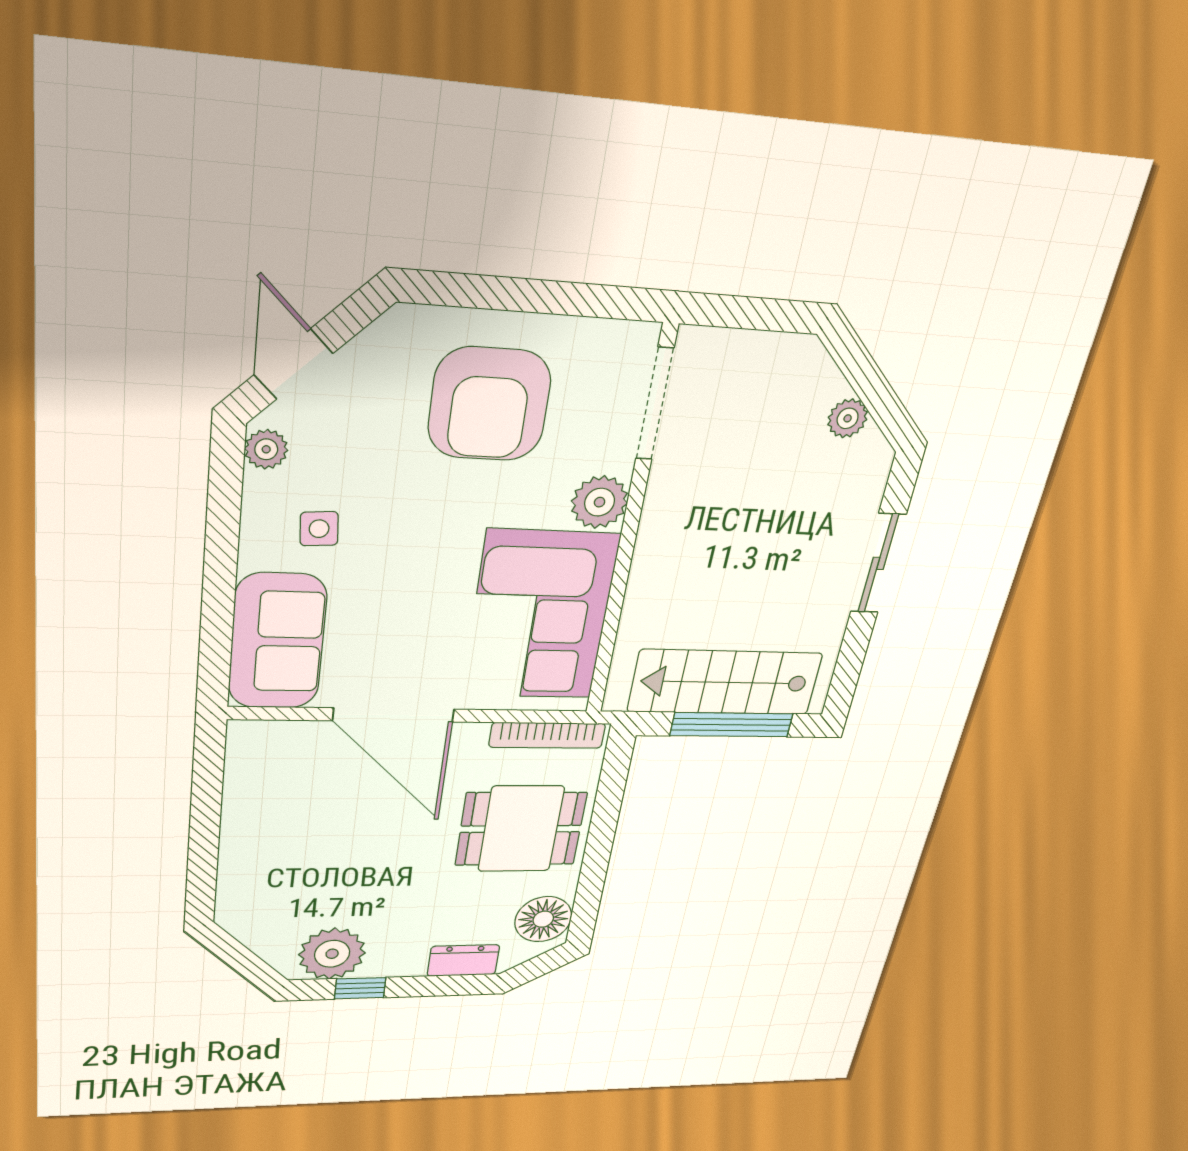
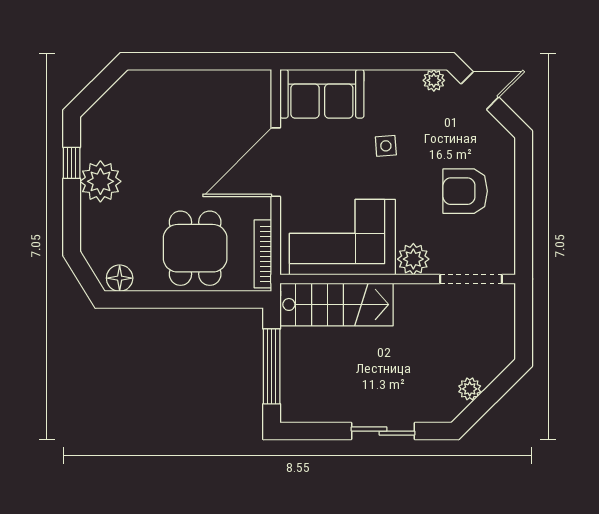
armchair: (489, 404) -> (465, 191), width x0.73, depth x0.73
side table: (319, 529) -> (386, 146), moved
stairs: (725, 682) -> (336, 304), moved, turned 90
floor lamp: (543, 919) -> (120, 278), width x0.73, depth x0.73
plant: (332, 954) -> (100, 181), moved
dresser: (463, 960) -> (92, 226), removed

